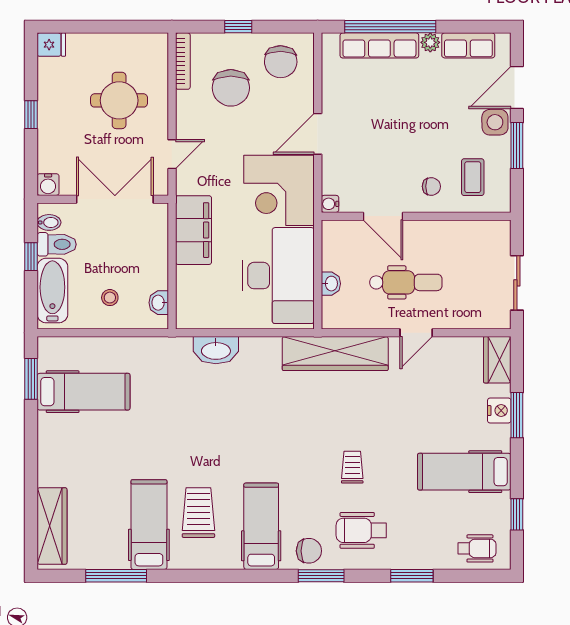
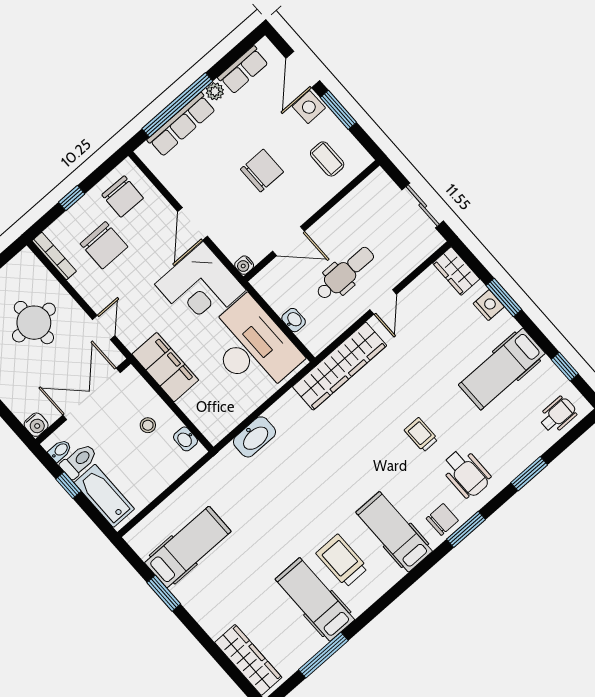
chair: (431, 186) -> (262, 171), moved, width x1.87, depth x1.87
stool: (110, 298) -> (148, 425), moved
window: (31, 379) -> (164, 593), moved
wheelchair: (361, 530) -> (466, 473), turned -90

